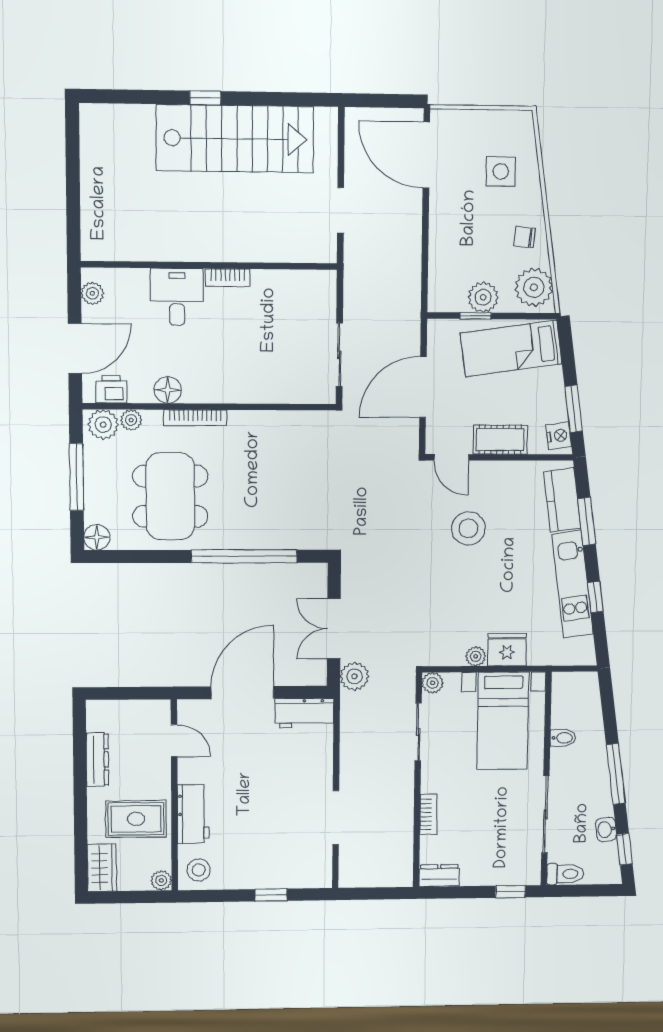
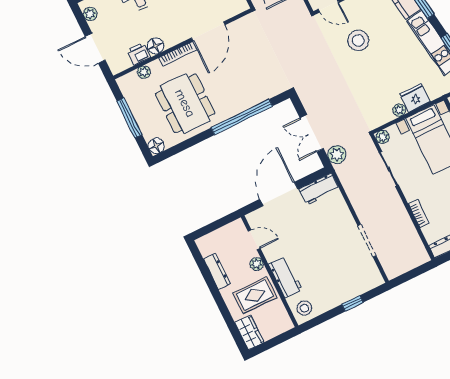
door: (75, 348) -> (95, 48), swing flipped
printer: (111, 389) -> (139, 54), moved
door: (257, 407) -> (208, 31), added
plant: (103, 425) -> (130, 82), removed
plant: (161, 880) -> (257, 264), moved

